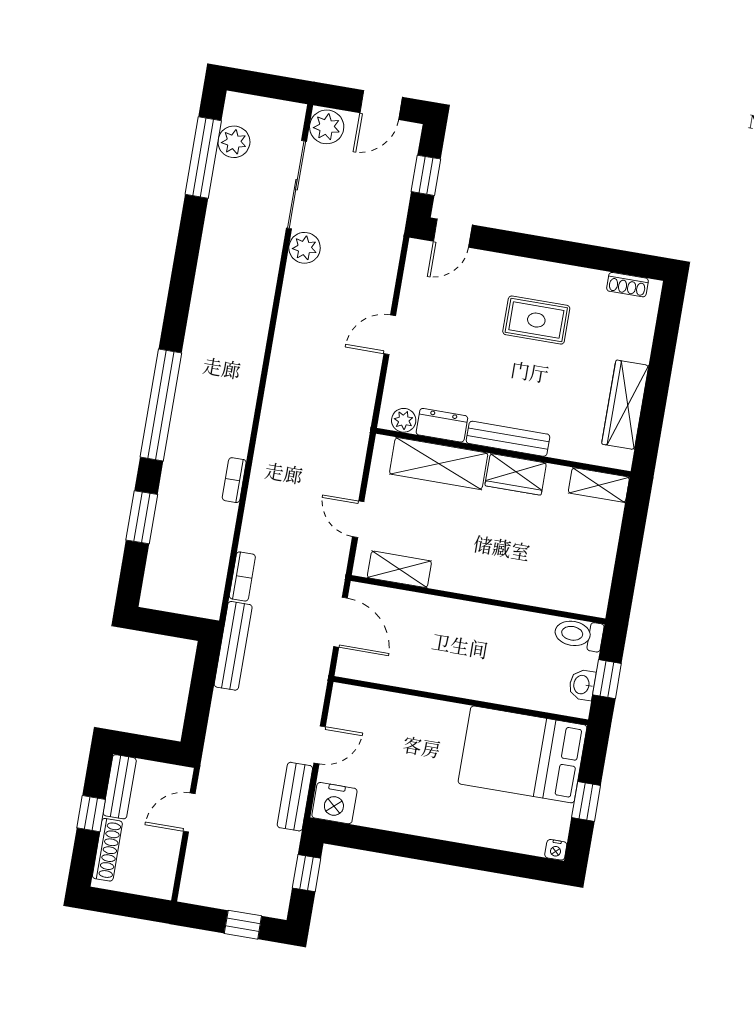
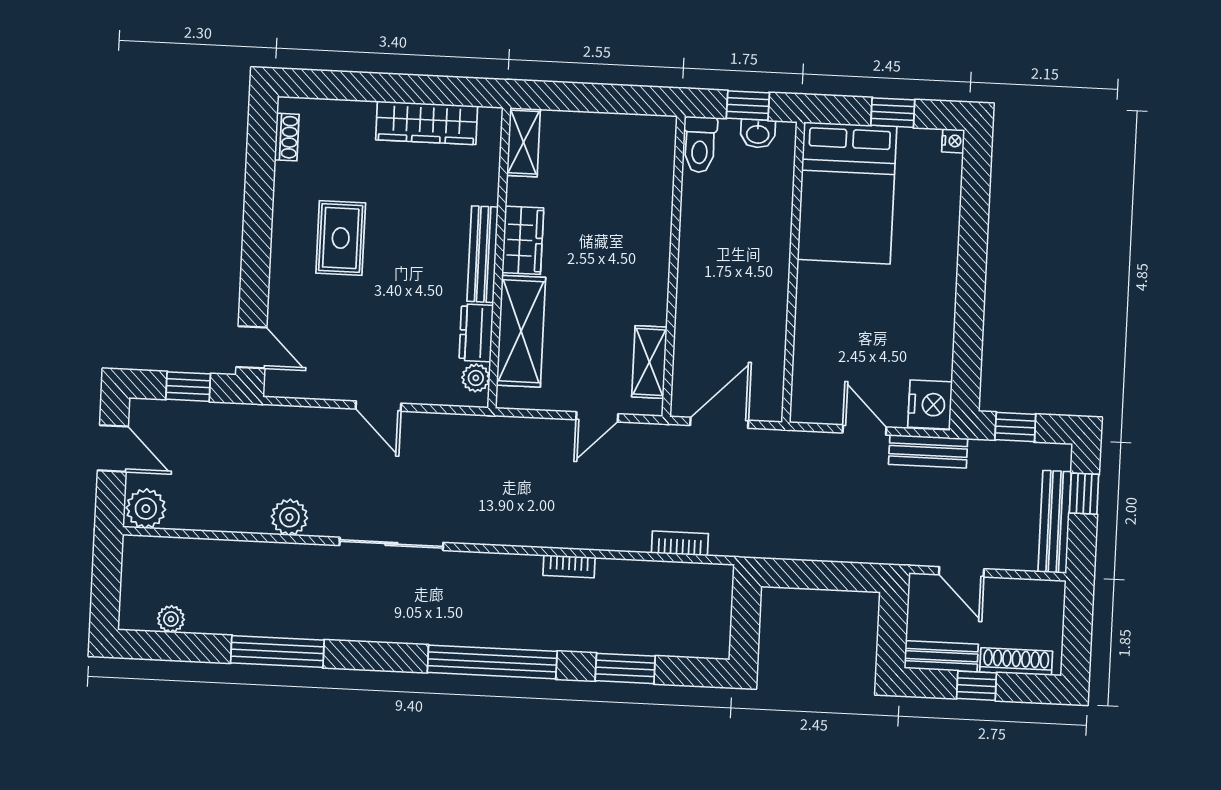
plant: (234, 142) -> (171, 619), width x0.73, depth x0.73
window: (203, 158) -> (277, 651), moved
sliding door: (297, 185) -> (391, 544), moved
bench: (233, 646) -> (1055, 522), moved, turned 90

